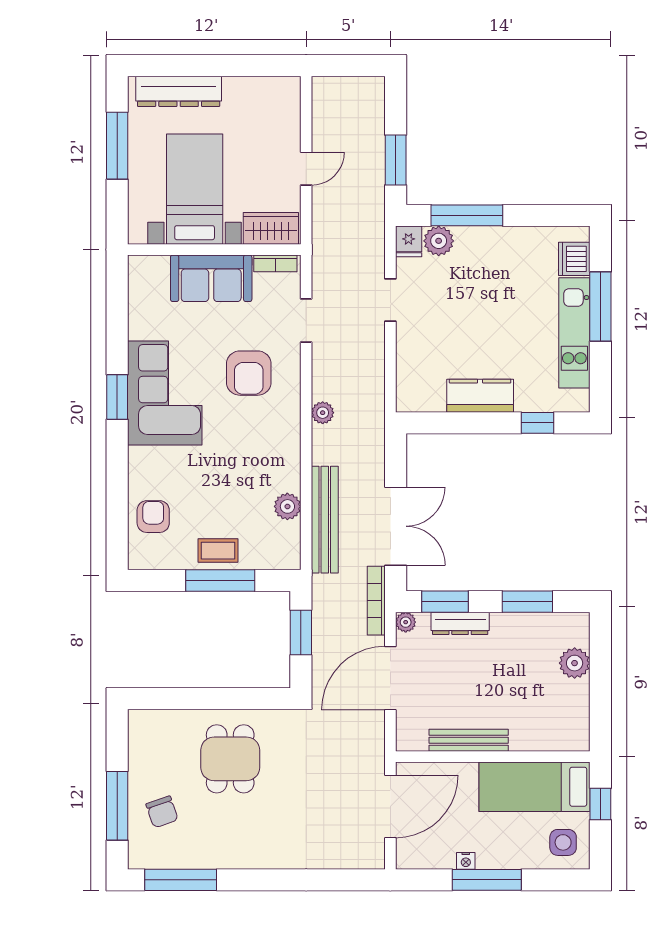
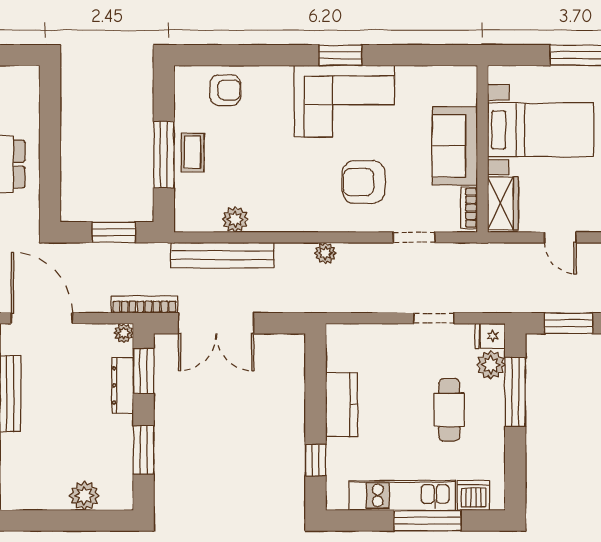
cafe table: (485, 284) -> (449, 410), added
door: (390, 678) -> (42, 318), moved

